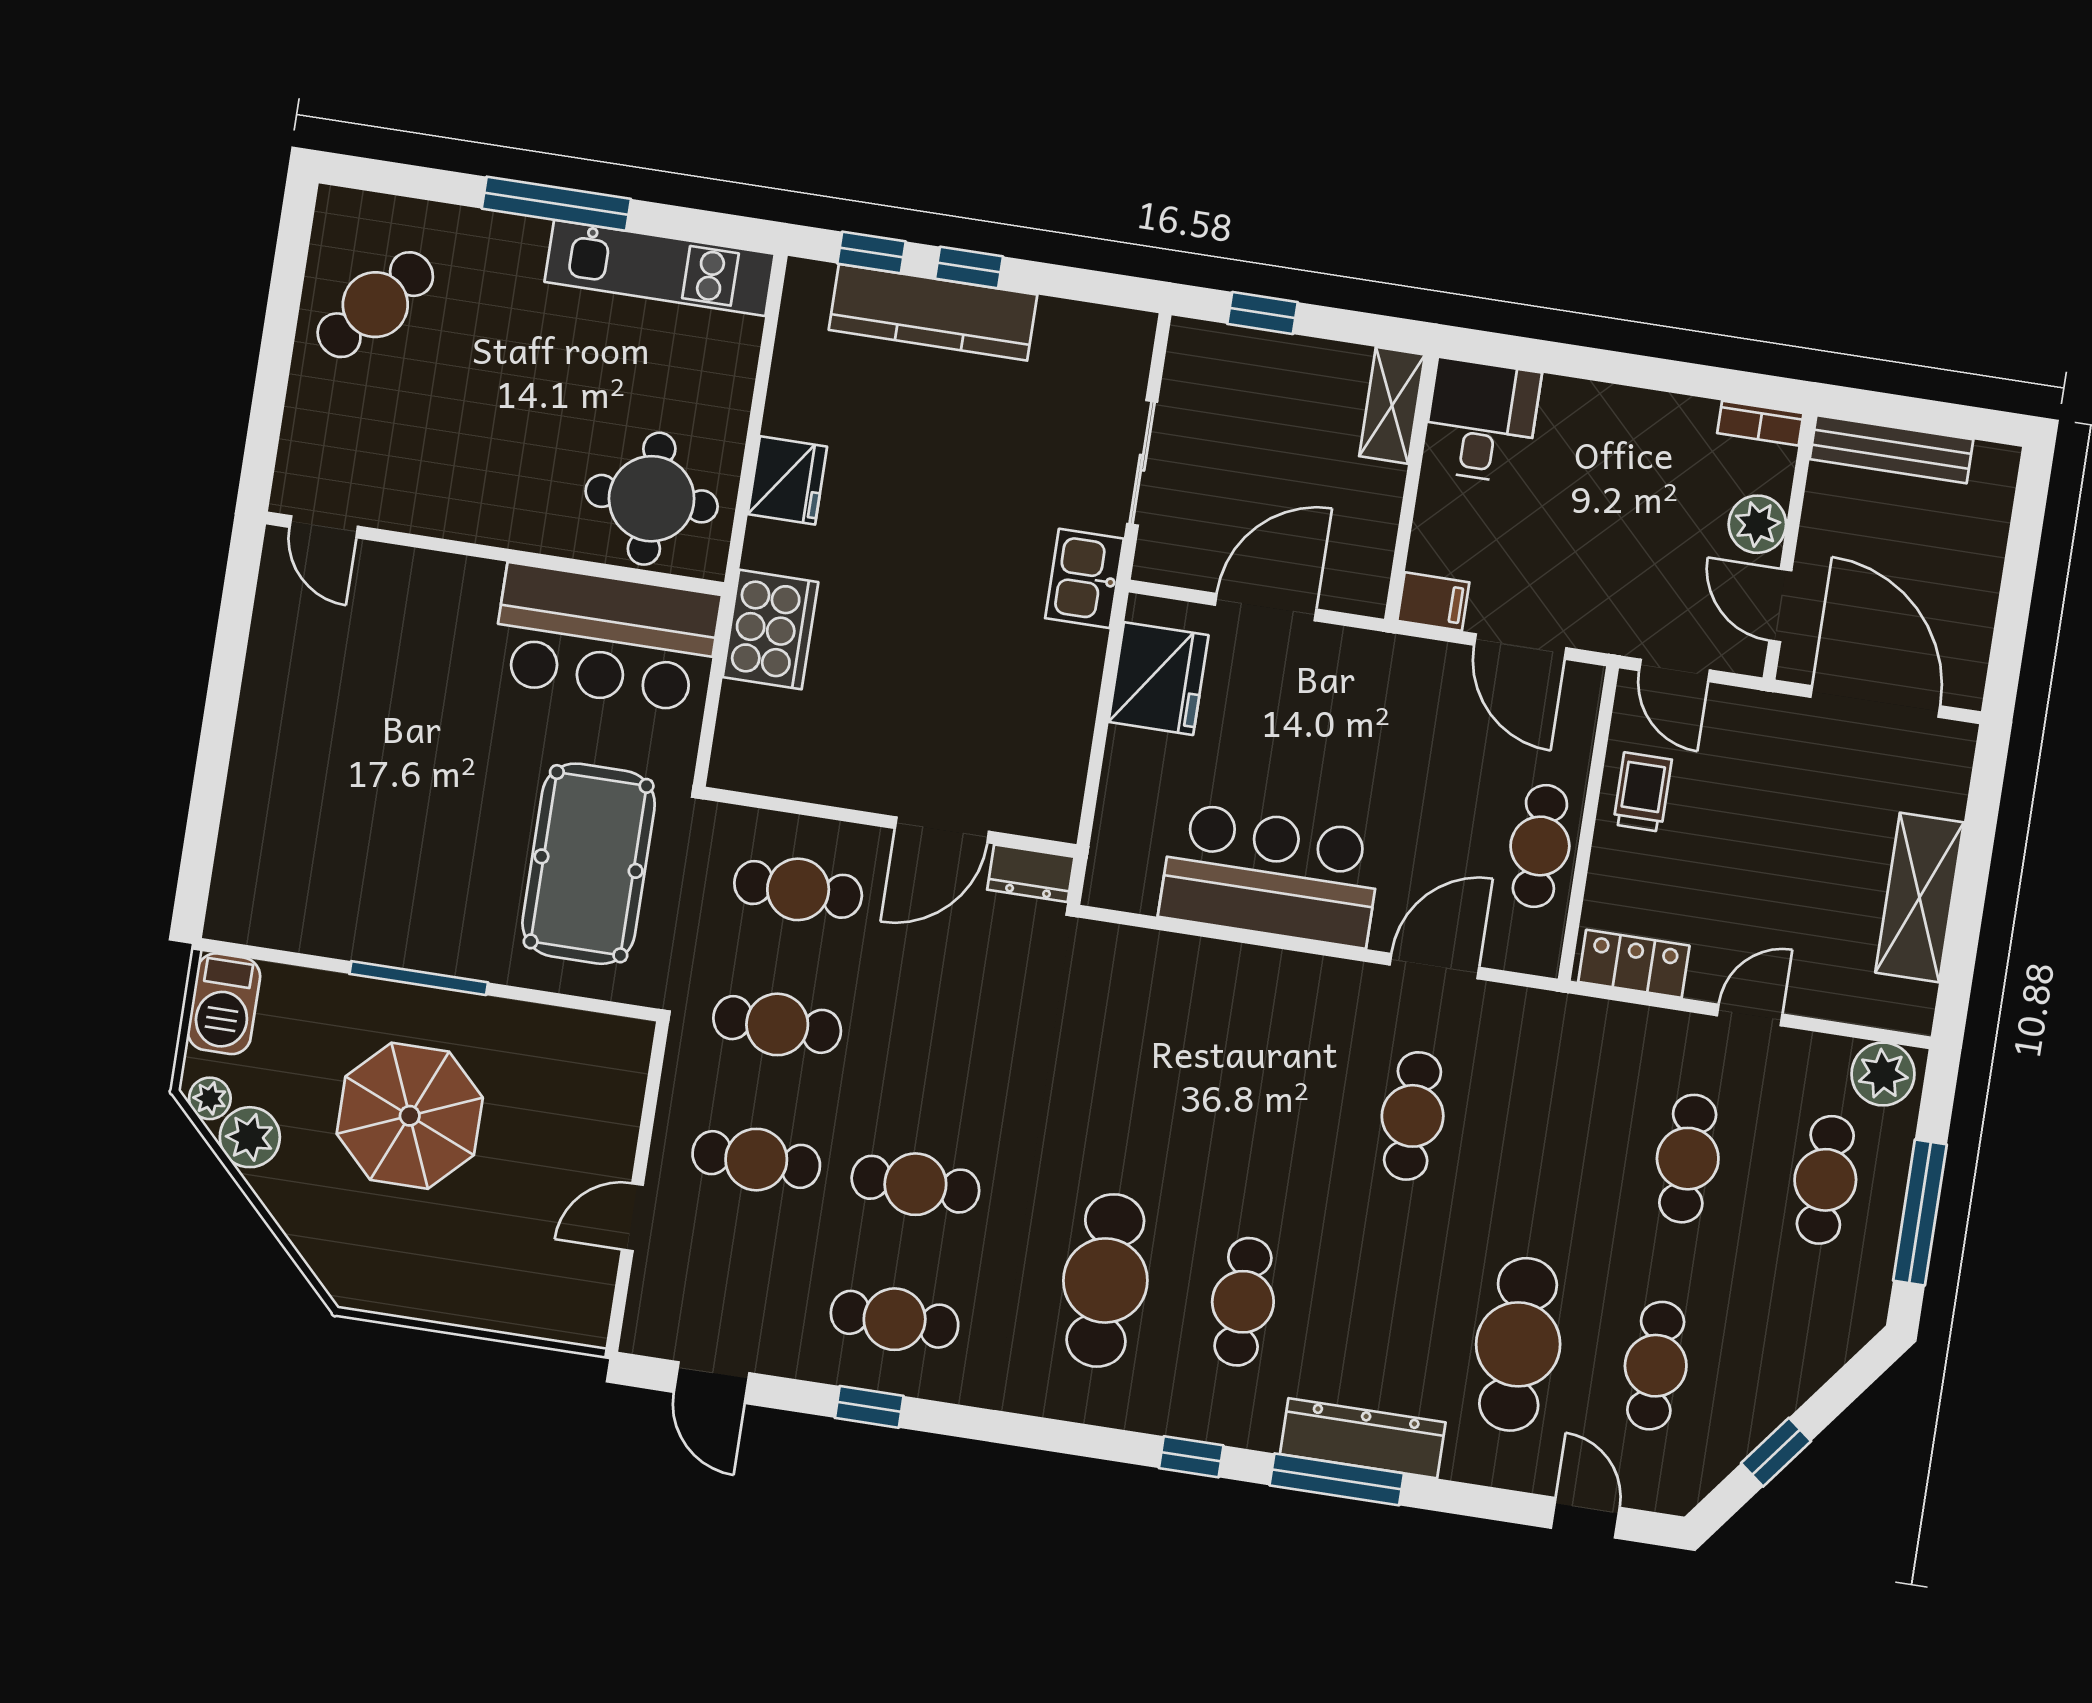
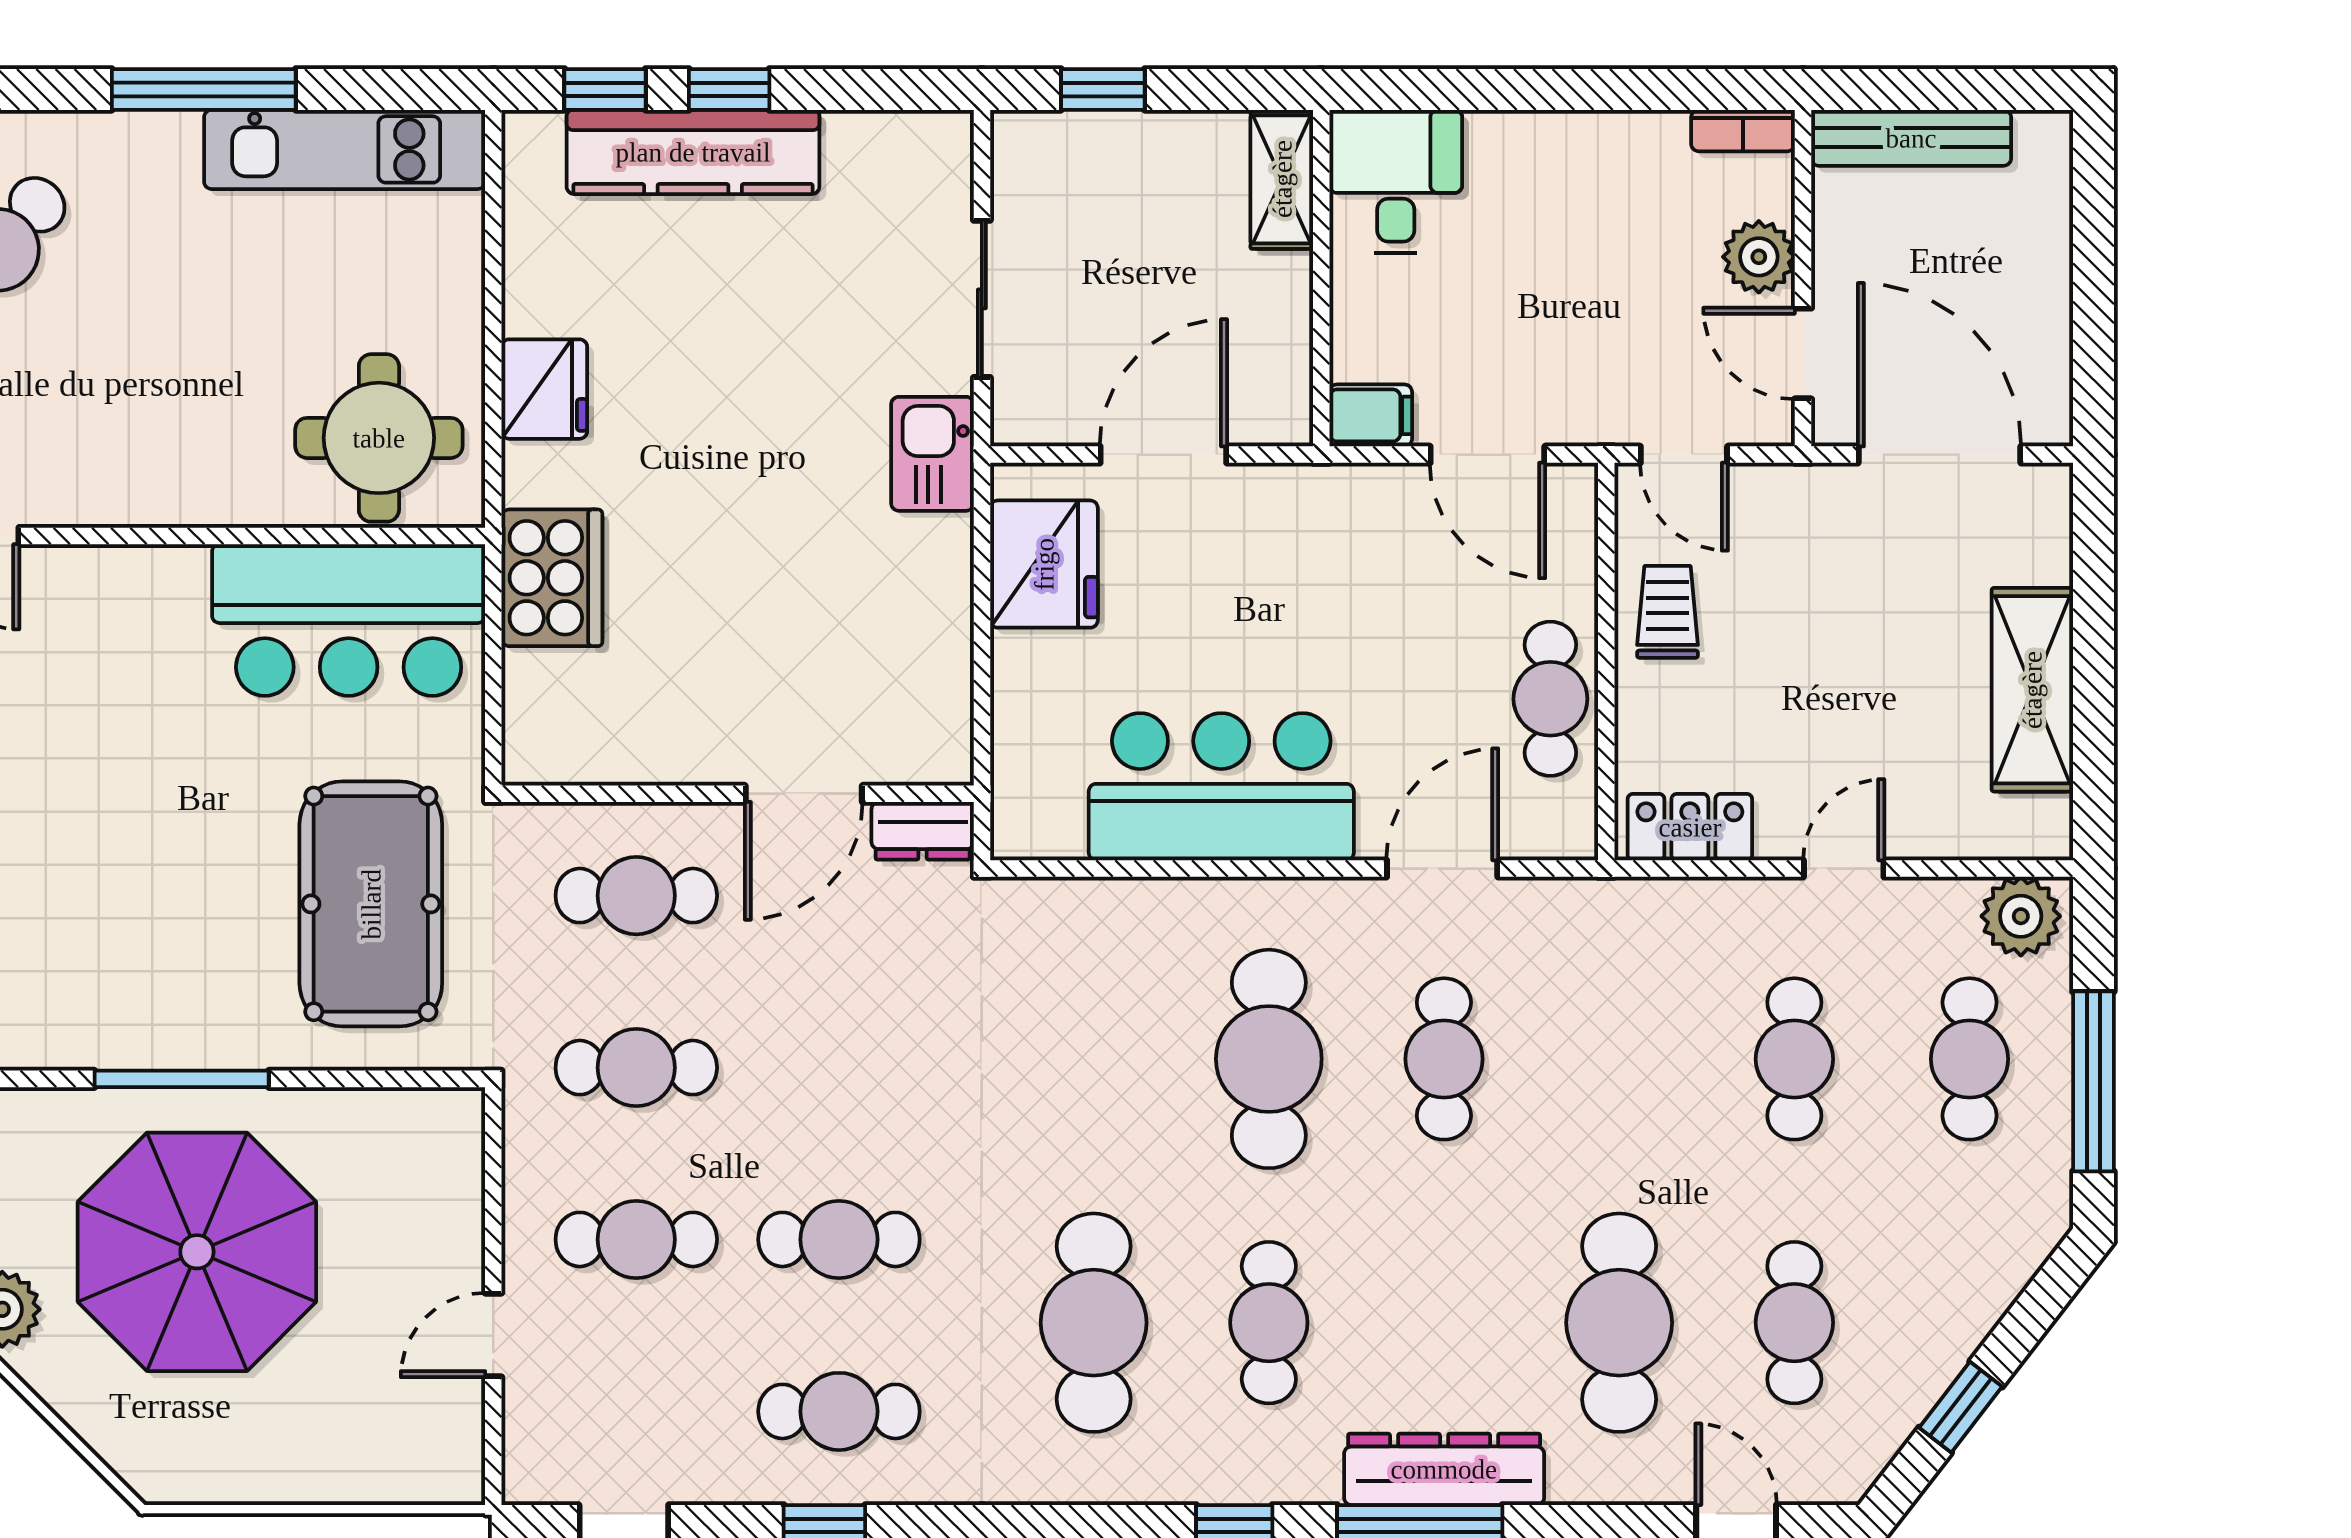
cafe table: (1275, 1095) -> (1269, 1059), added
parasol: (410, 1116) -> (197, 1252), width x1.36, depth x1.36

